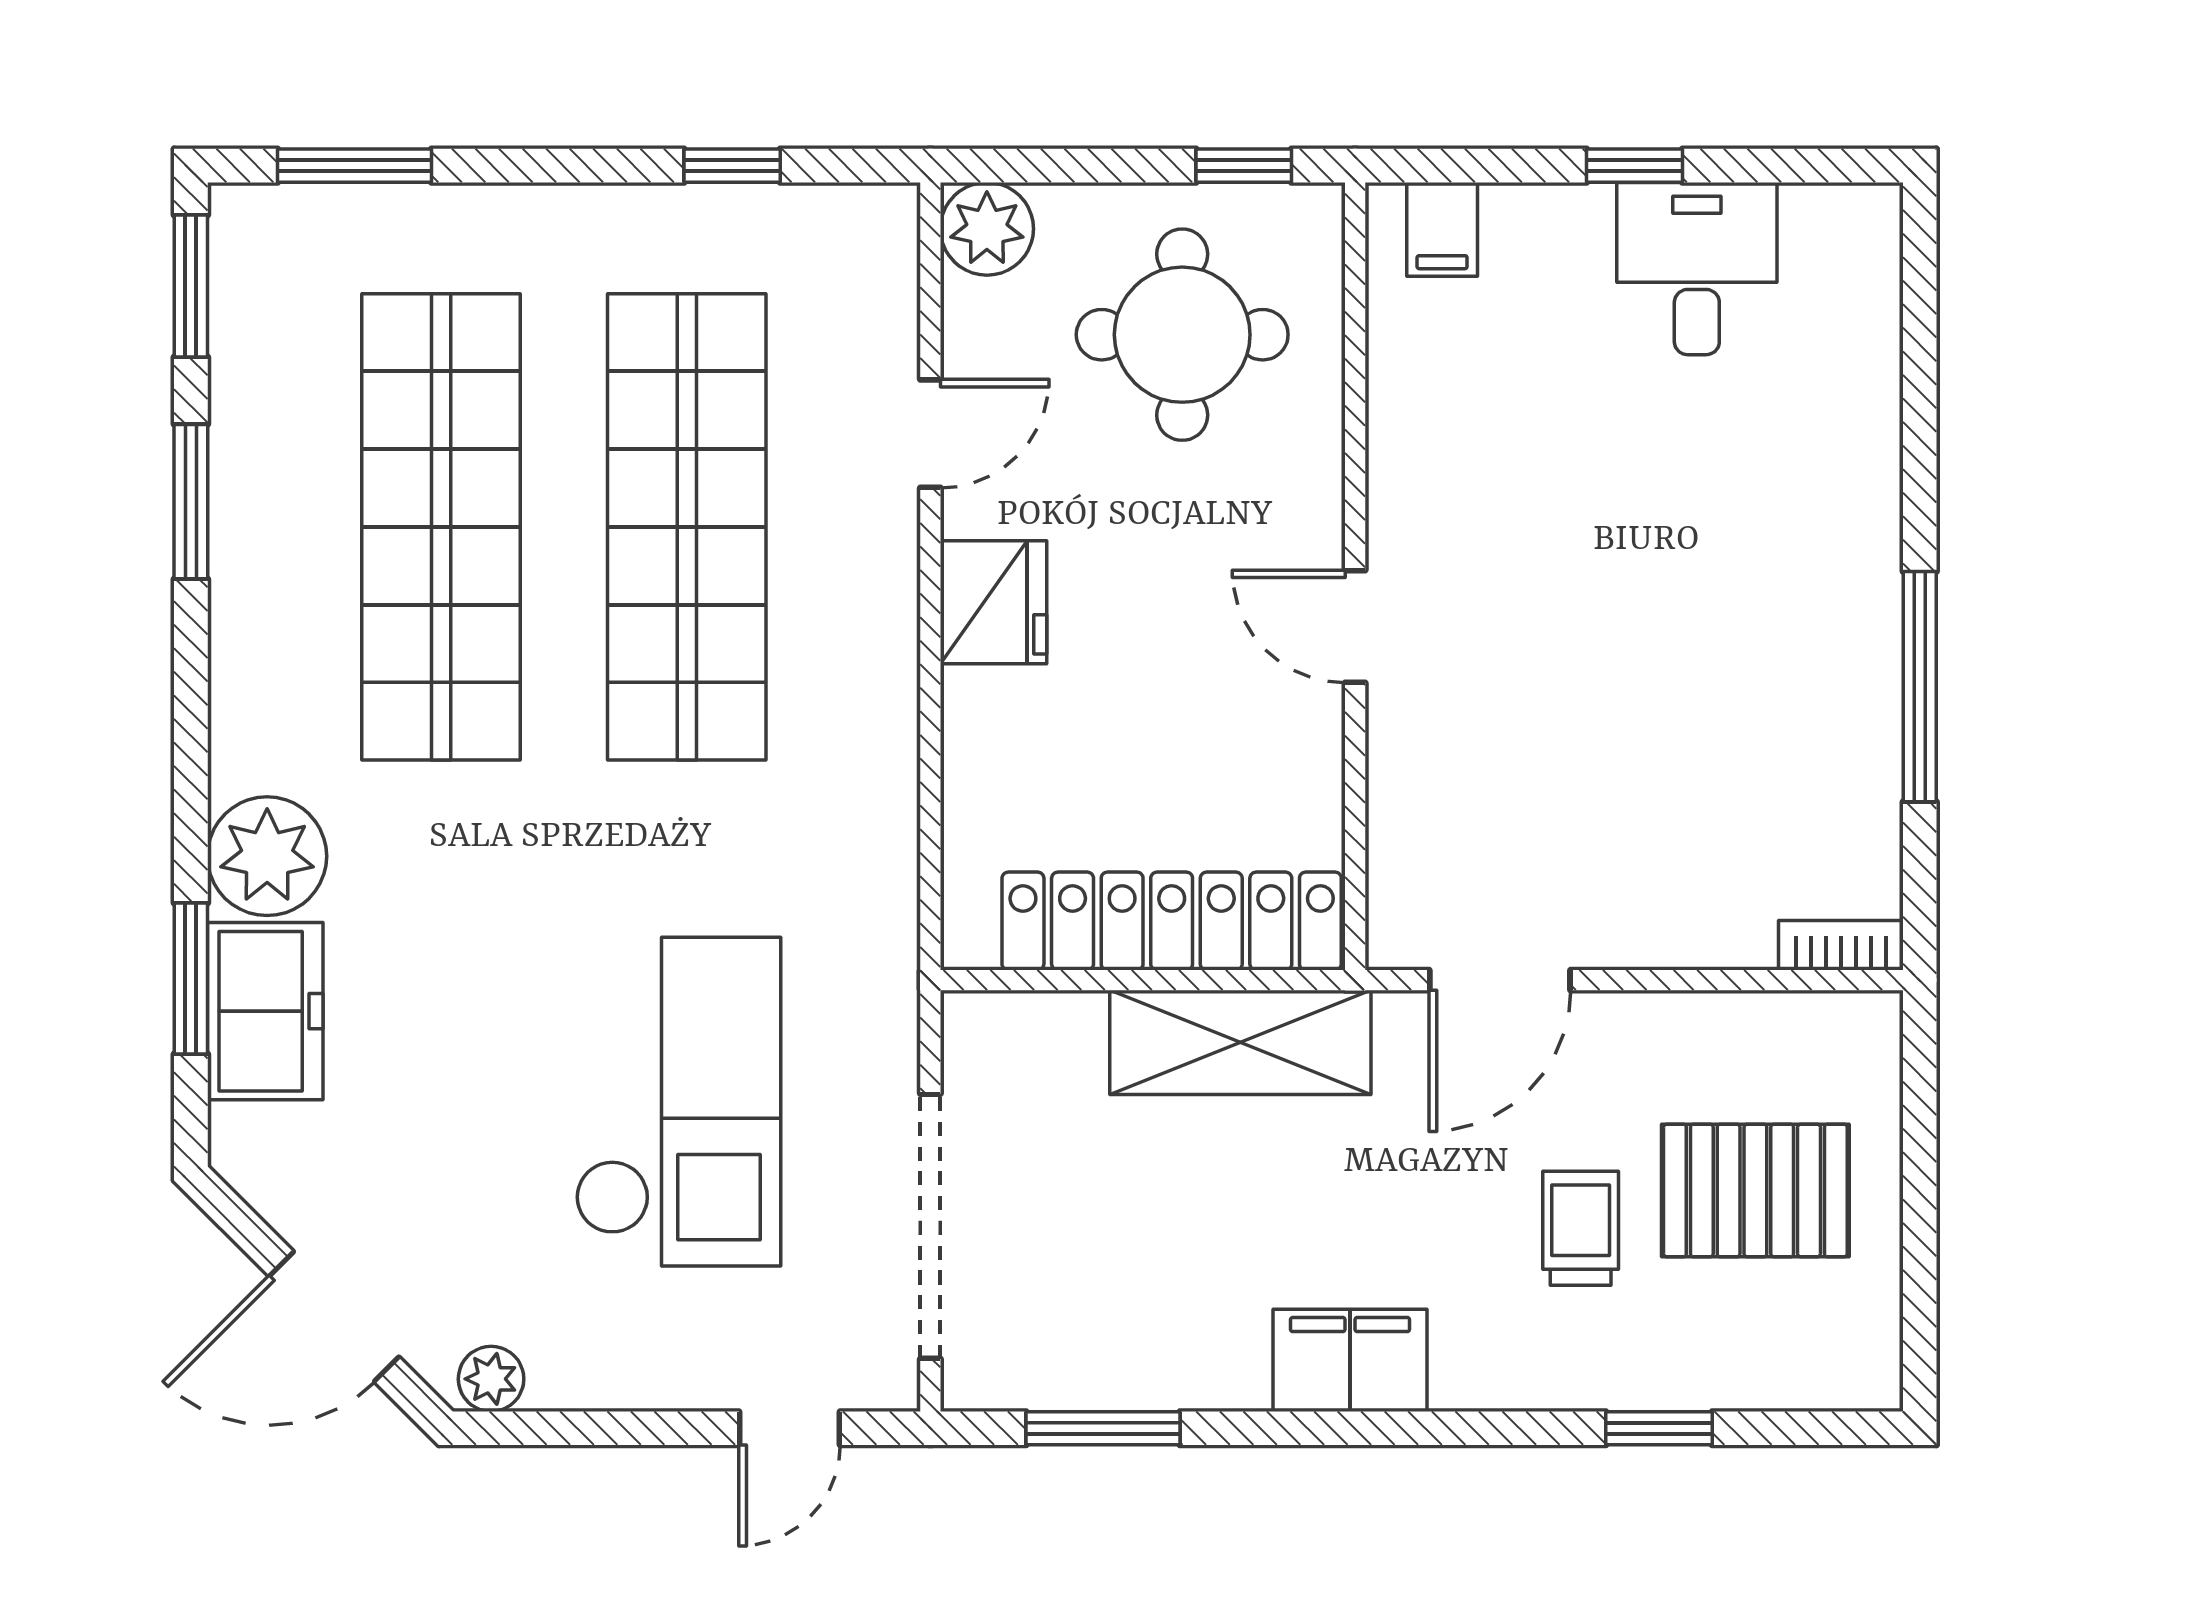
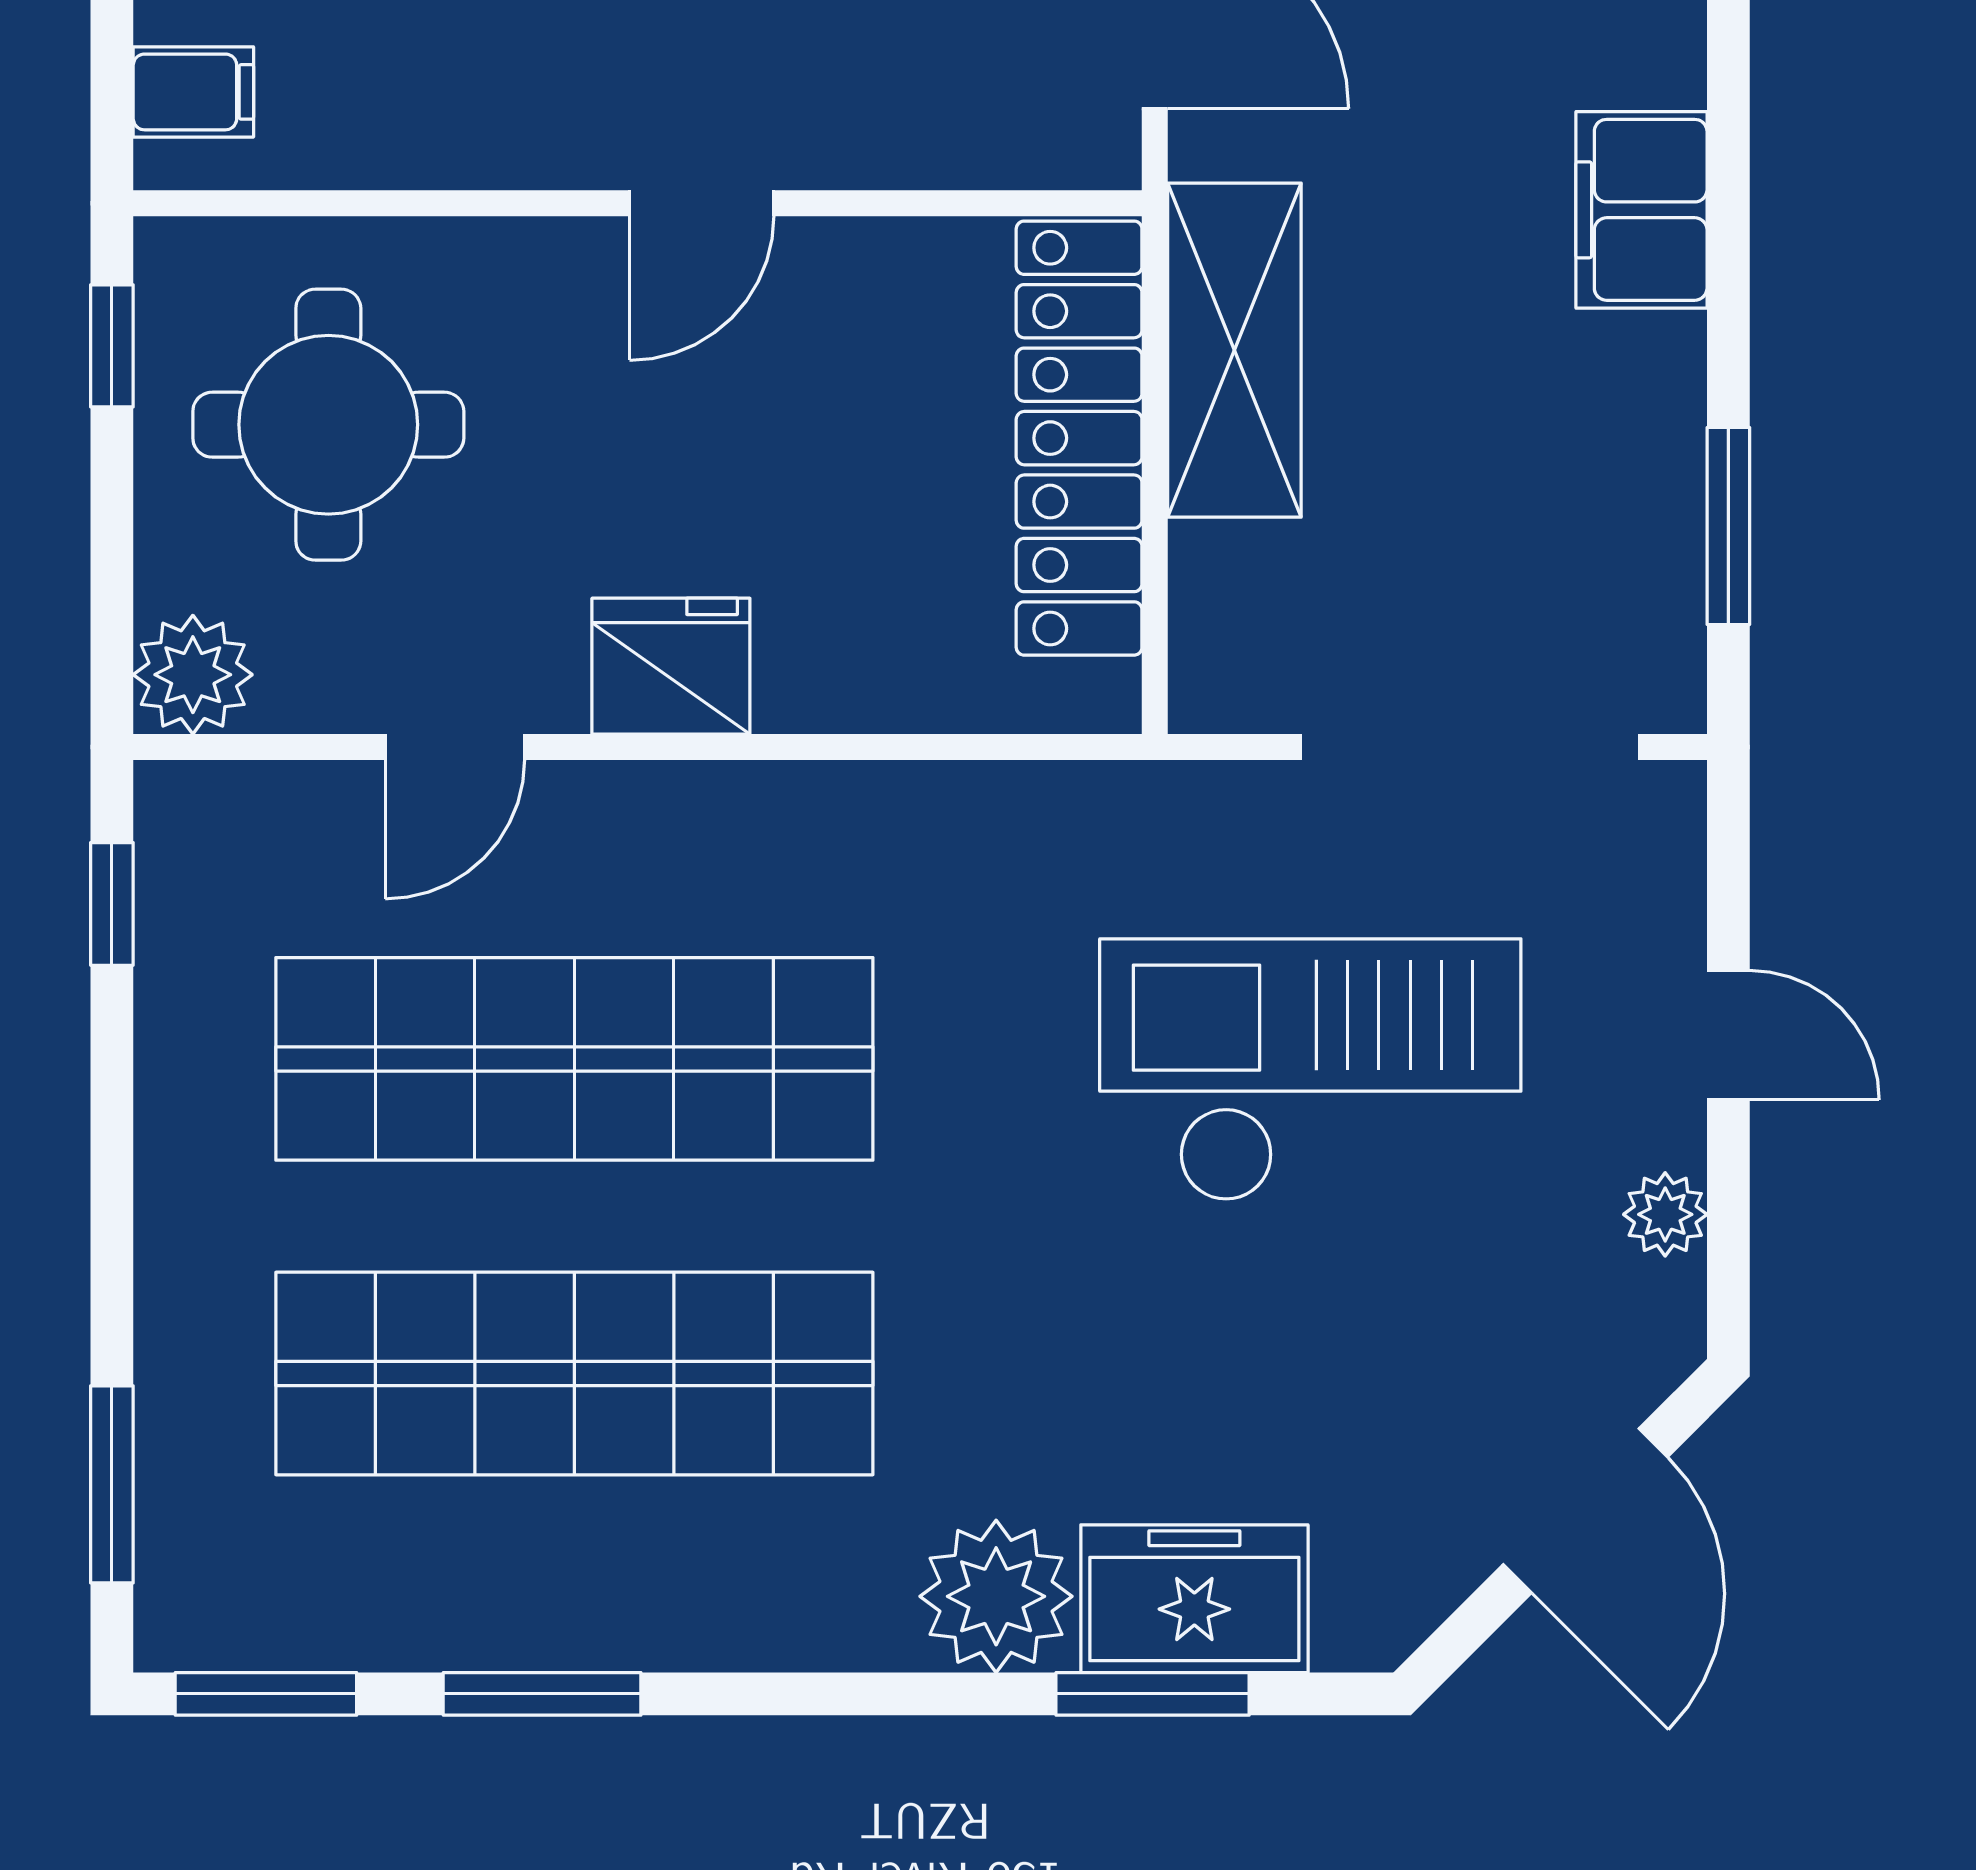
window: (732, 166) -> (112, 904), moved
door: (930, 434) -> (455, 747), swing flipped
plant: (491, 1379) -> (1665, 1214), moved
door: (790, 1428) -> (1728, 1035), moved

